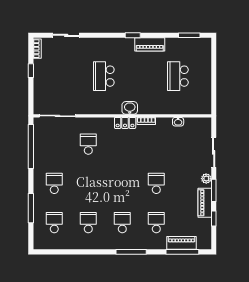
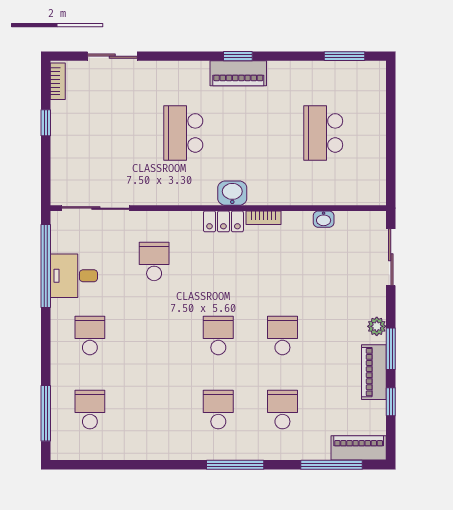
piano: (150, 44) -> (238, 73), moved
desk: (46, 152) -> (74, 276), added
sliding door: (214, 152) -> (391, 257), moved
window: (31, 208) -> (46, 413), moved
school desk: (88, 223) -> (218, 336), moved
piano: (181, 243) -> (359, 448), moved

